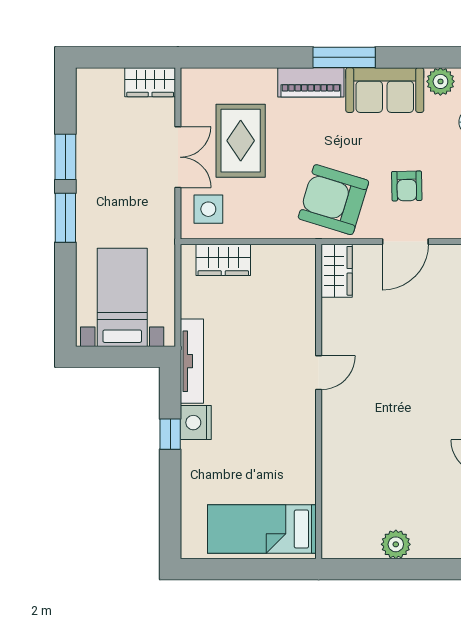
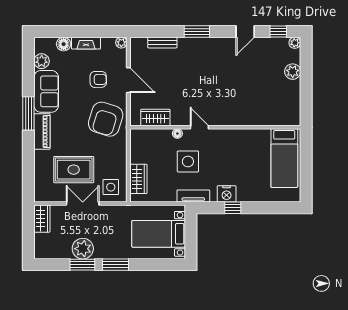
plant: (95, 157) -> (83, 249), added
wardrobe: (337, 271) -> (155, 117), moved
floor lamp: (307, 332) -> (177, 134), added
side table: (255, 351) -> (188, 161), added
tv unit: (192, 361) -> (193, 196), width x0.71
plant: (396, 544) -> (293, 72), moved

